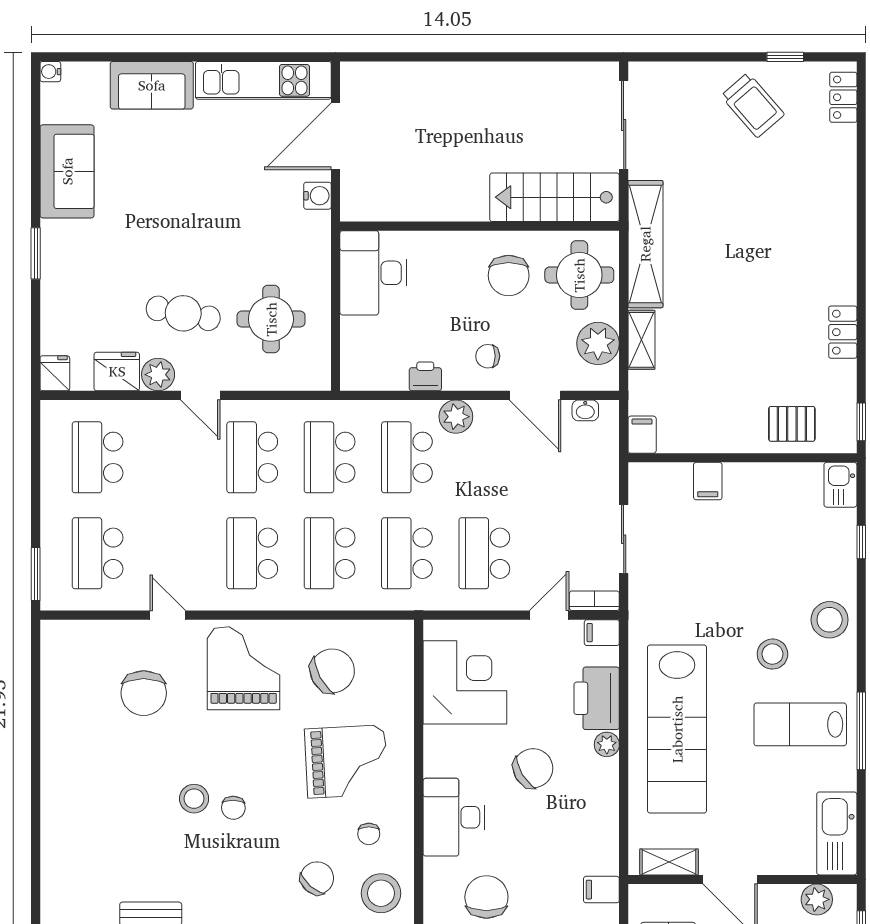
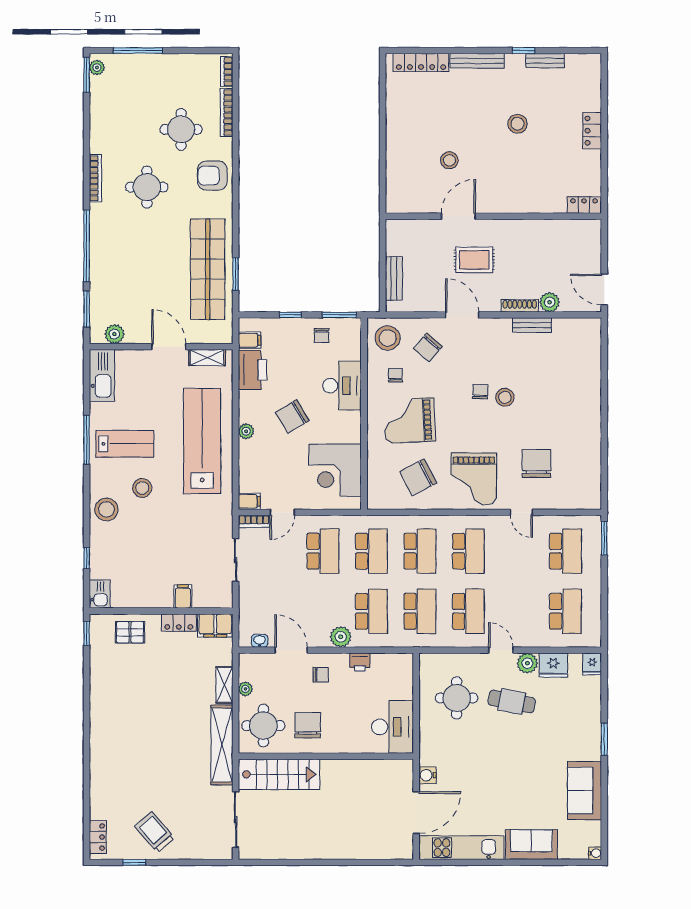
locker: (843, 332) -> (179, 623), moved, turned 90
plant: (598, 343) -> (245, 689), width x0.53, depth x0.53
filing cabinet: (642, 435) -> (215, 625), width x2.00
printer: (597, 698) -> (252, 370), moved
chair: (486, 897) -> (322, 336), width x0.54, depth x0.54

